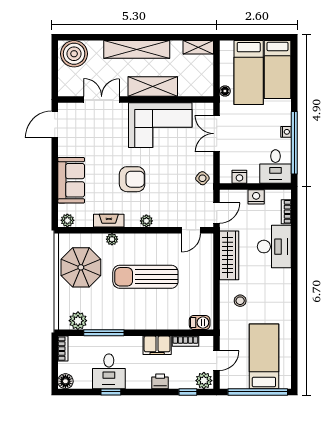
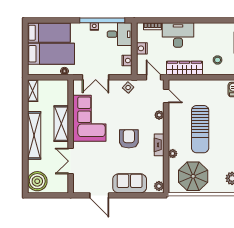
door: (55, 124) -> (99, 195), moved
fireplace: (109, 221) -> (159, 145), moved
plant: (146, 221) -> (159, 115), moved

